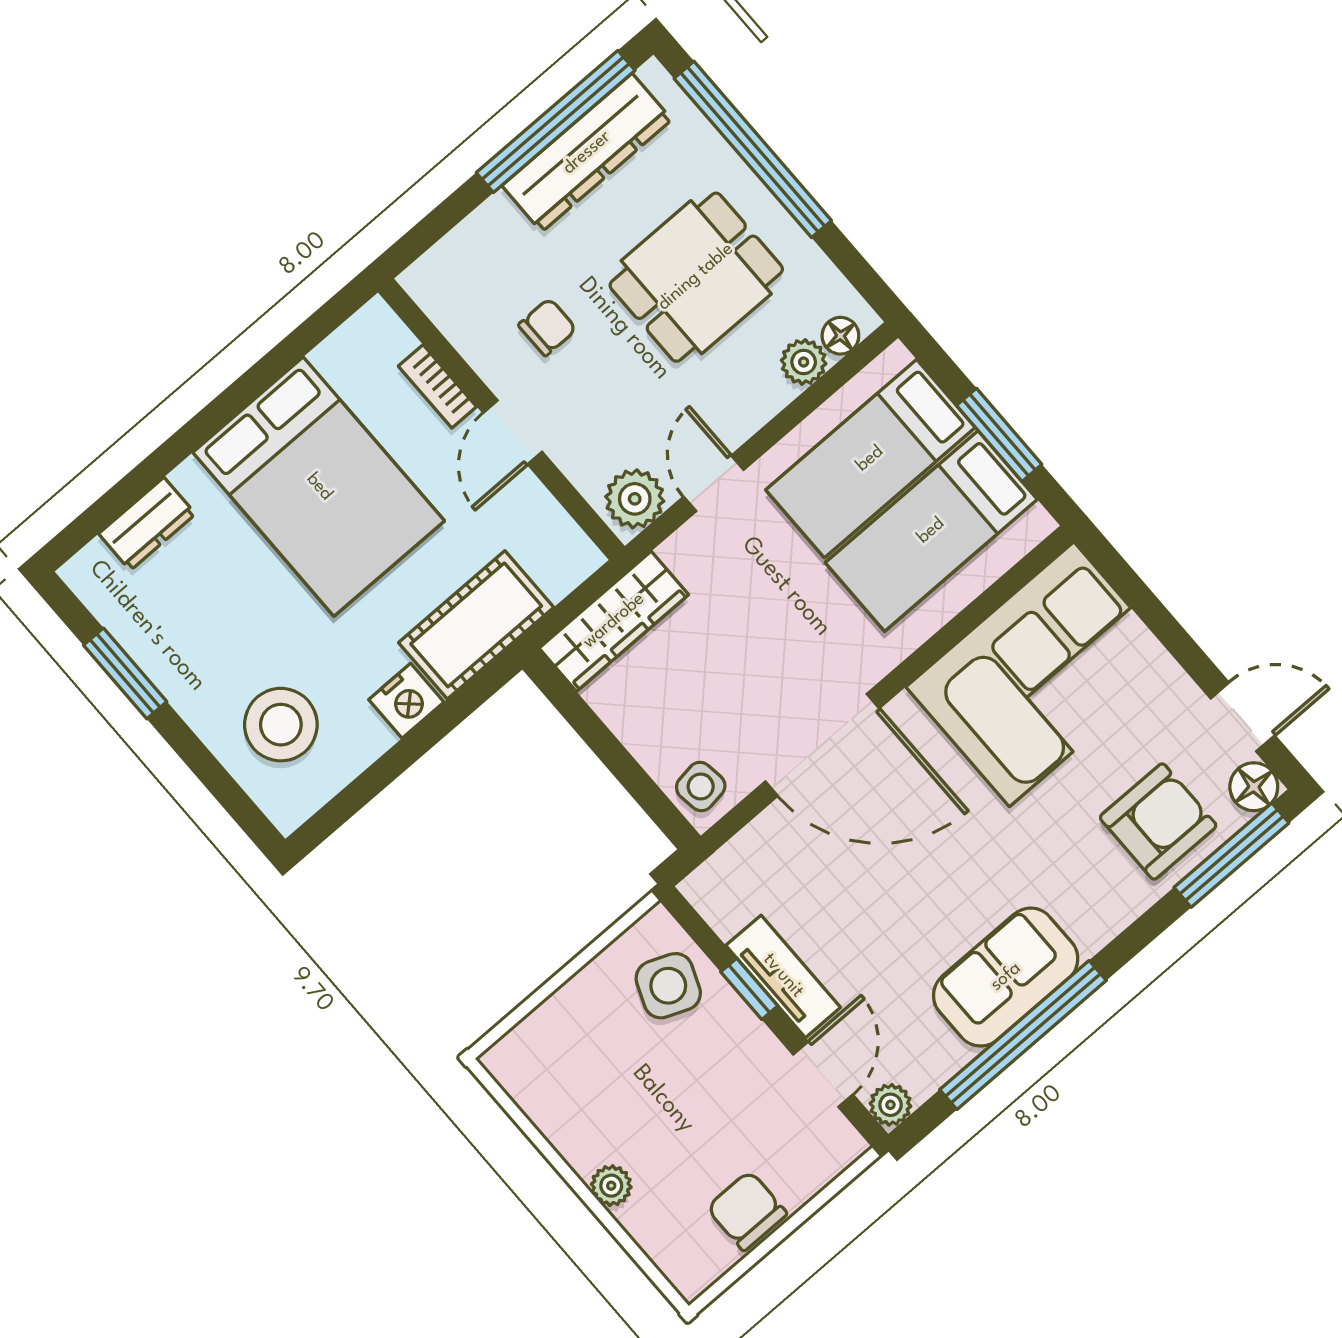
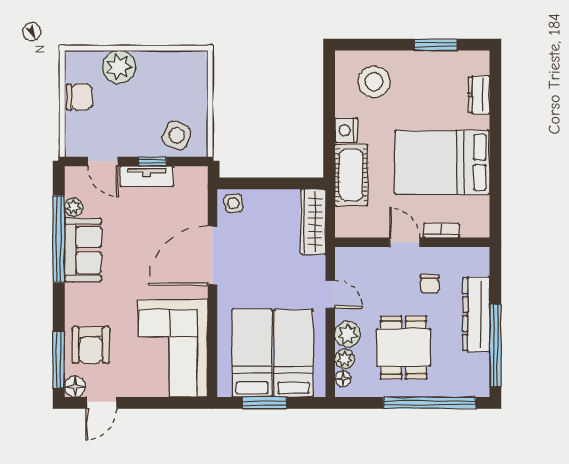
dresser: (587, 153) -> (476, 314), moved
plant: (635, 499) -> (348, 334), moved
plant: (890, 1105) -> (74, 207), moved
plant: (611, 1186) -> (119, 67), width x1.88, depth x1.88

